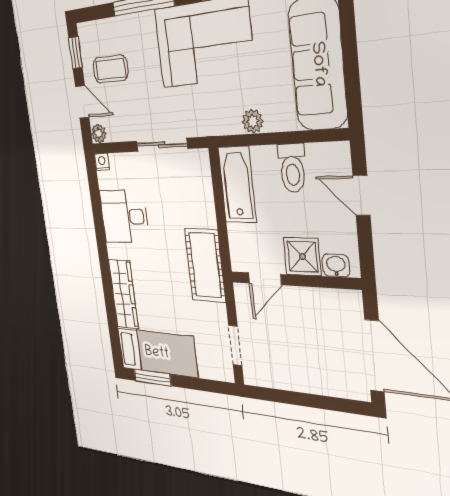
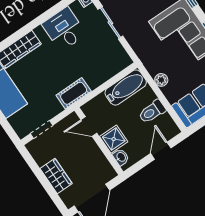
sliding door: (162, 145) -> (110, 23), moved
cot: (205, 265) -> (74, 93), width x0.73, depth x0.75
wardrobe: (311, 379) -> (56, 176), added

